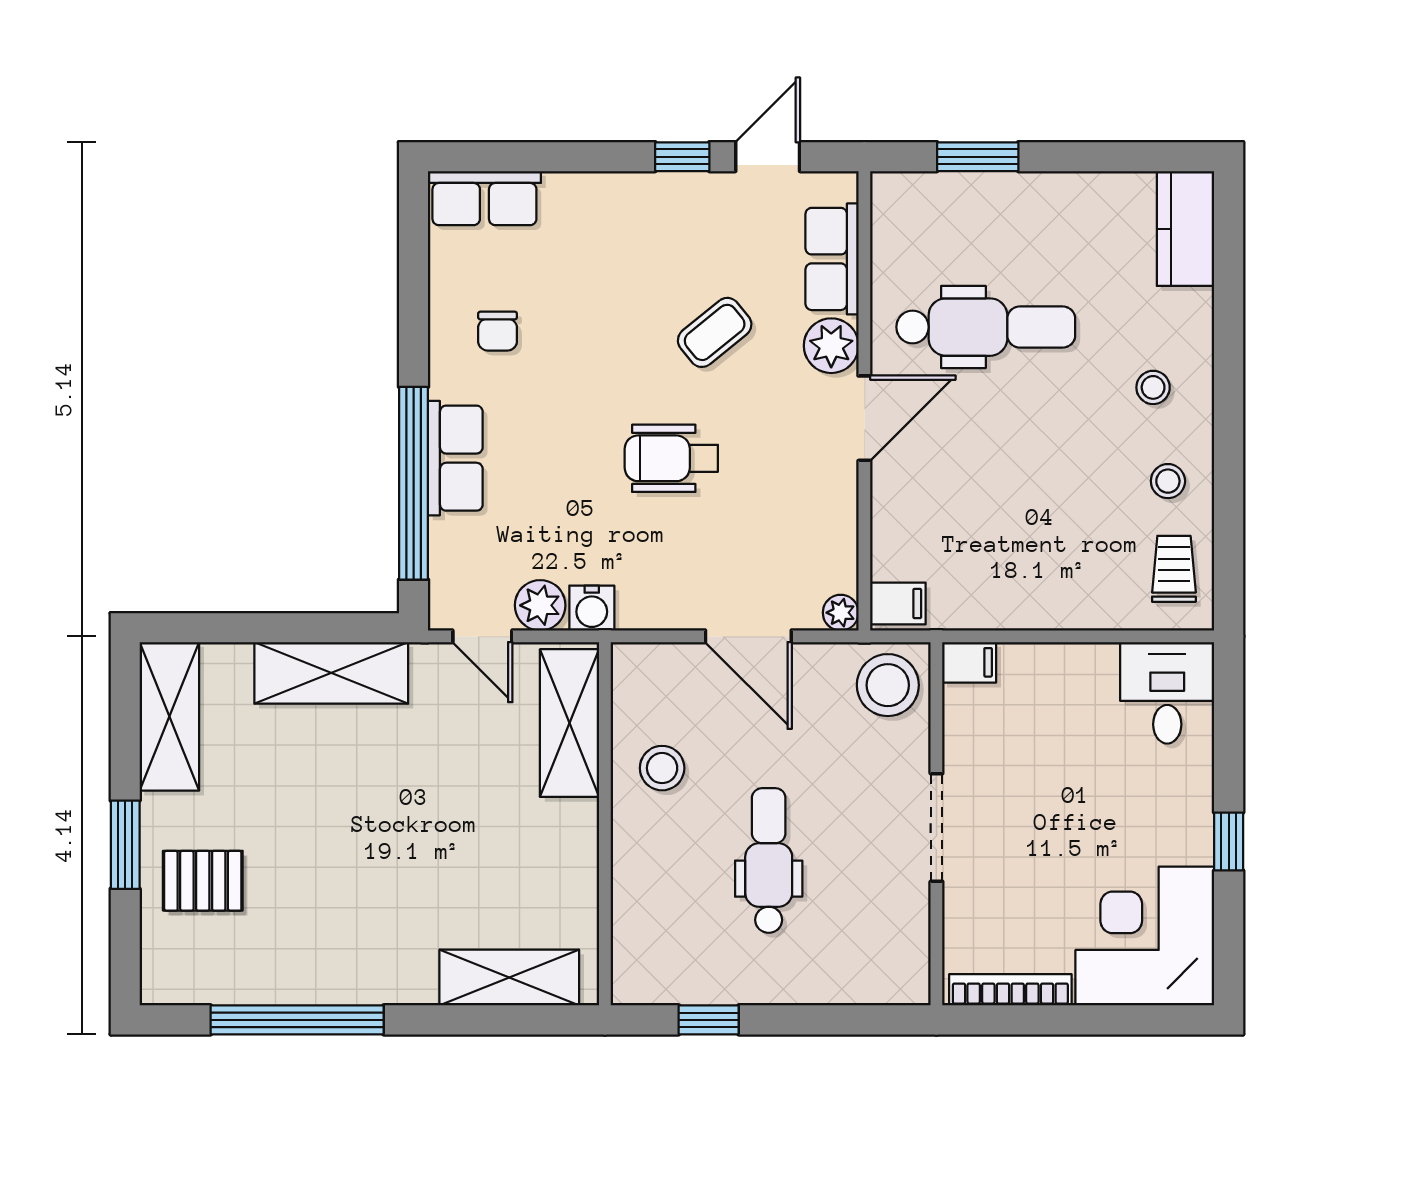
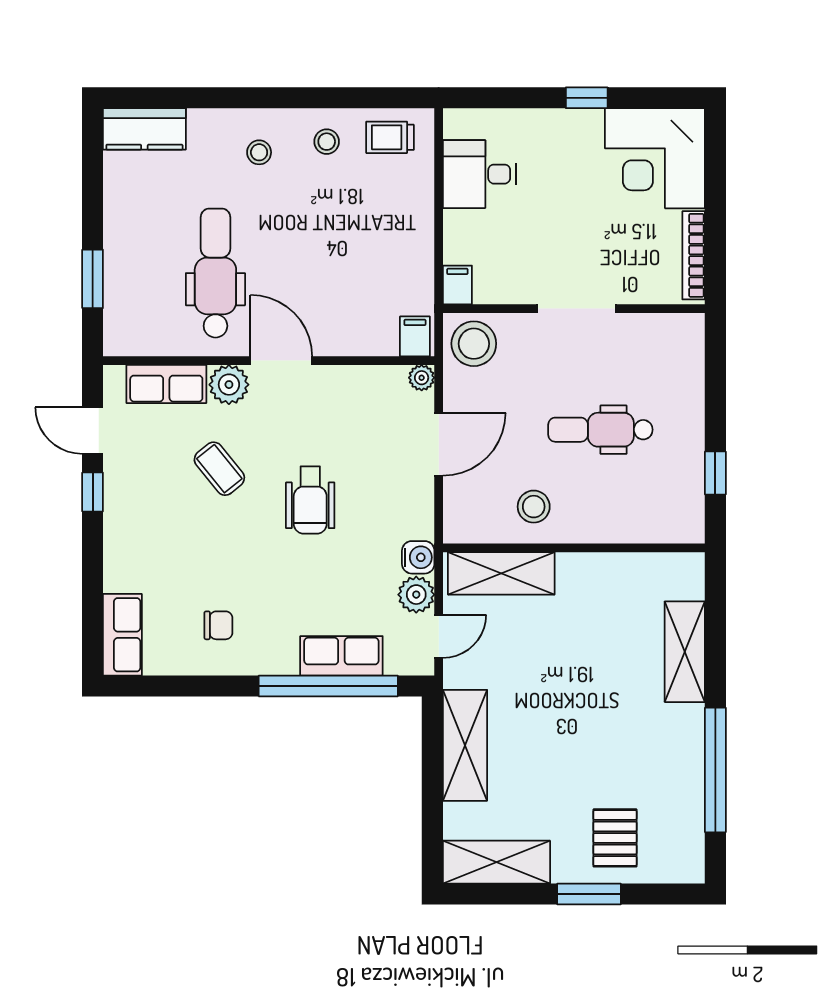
row of seats: (455, 458) -> (341, 656), moved
desk: (1167, 693) -> (479, 174), moved
shelving: (509, 978) -> (685, 652), moved

